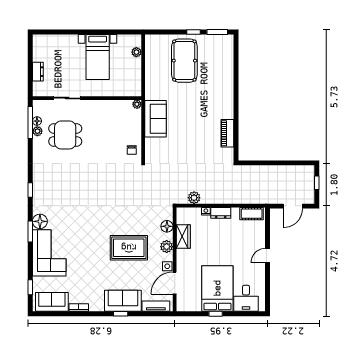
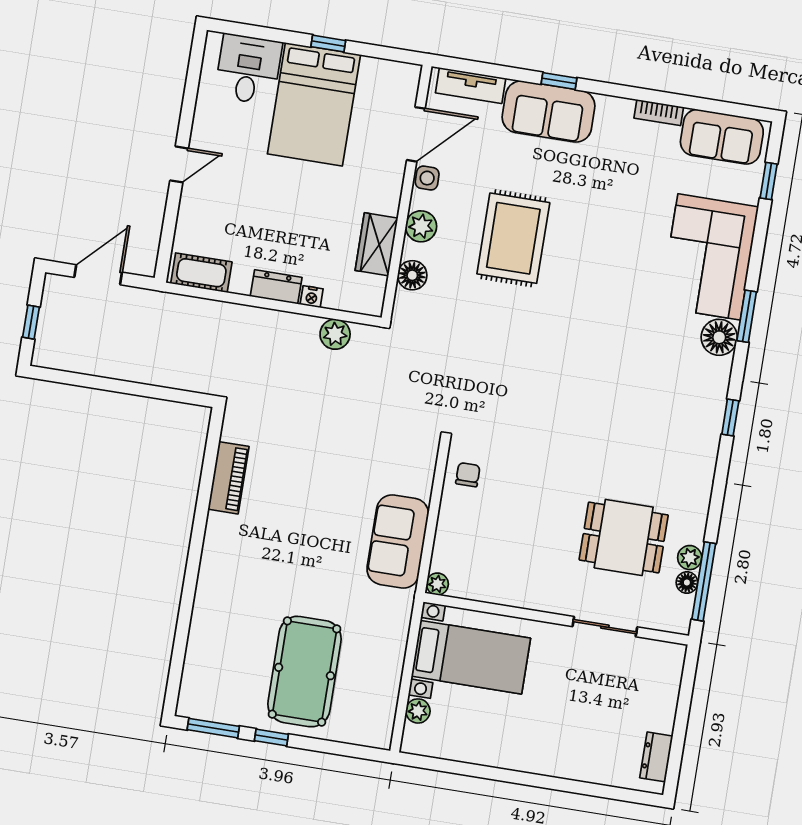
bed with nightstands: (98, 57) -> (471, 657), moved, turned 90
dresser: (38, 72) -> (656, 757), moved
rug: (129, 248) -> (513, 238), turned 90

